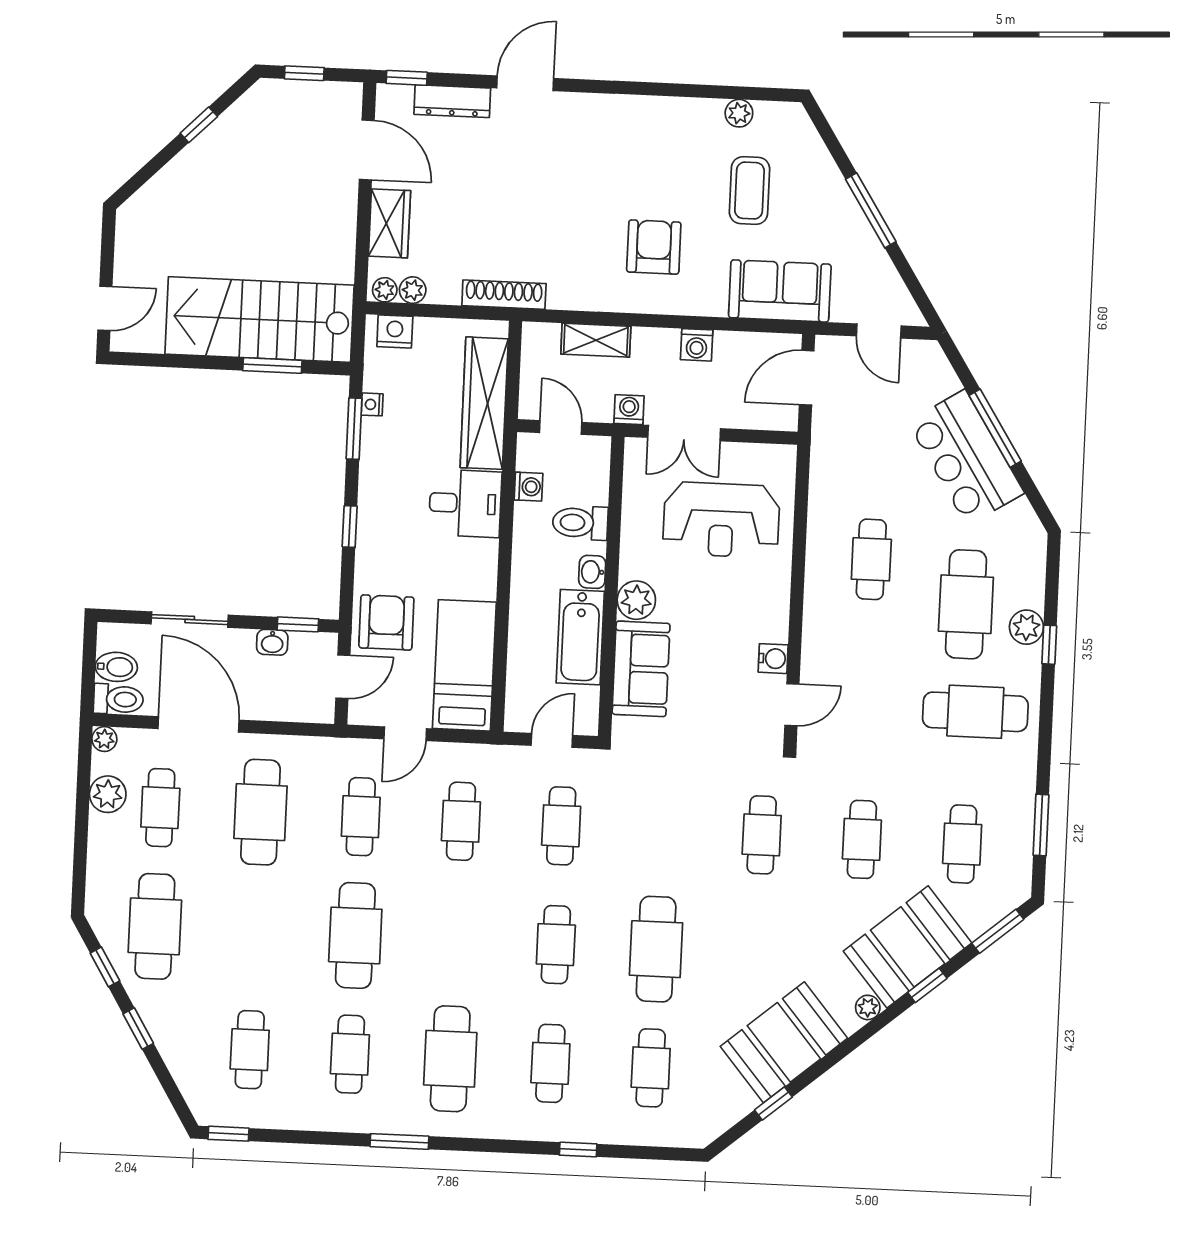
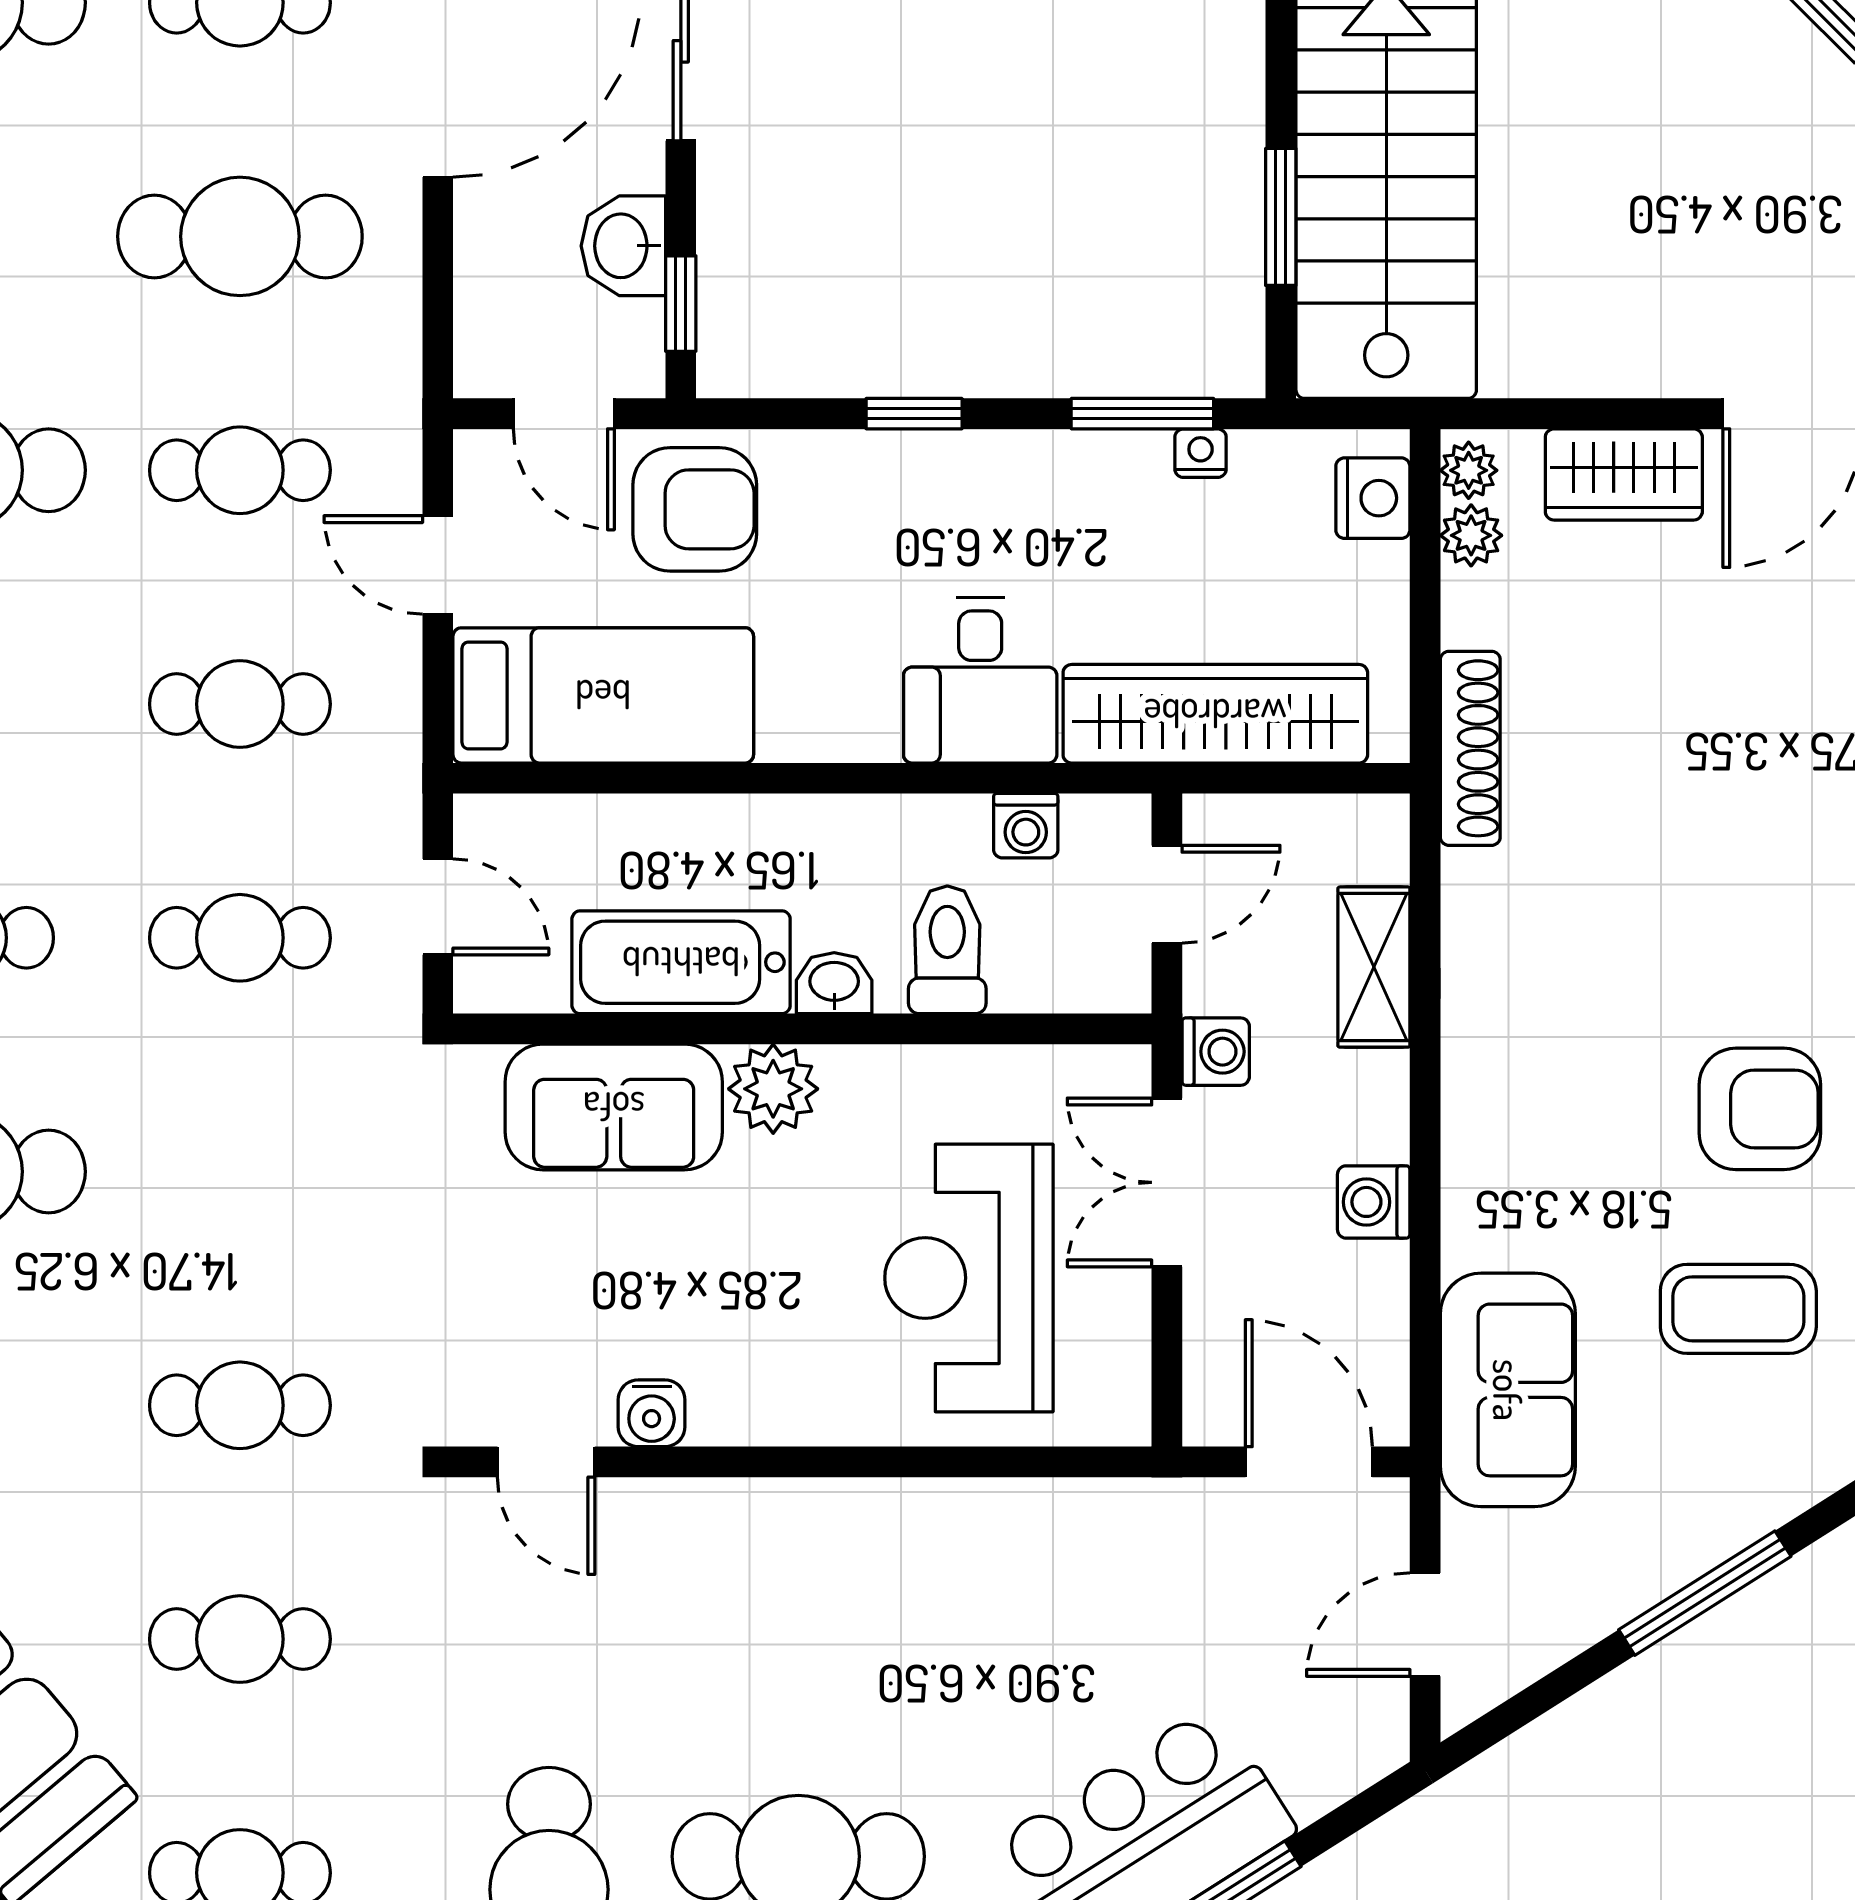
armchair: (654, 247) -> (1760, 1109), moved
cafe table: (871, 559) -> (893, 1631), removed
washbasin: (272, 642) -> (623, 246), width x1.38, depth x1.45

